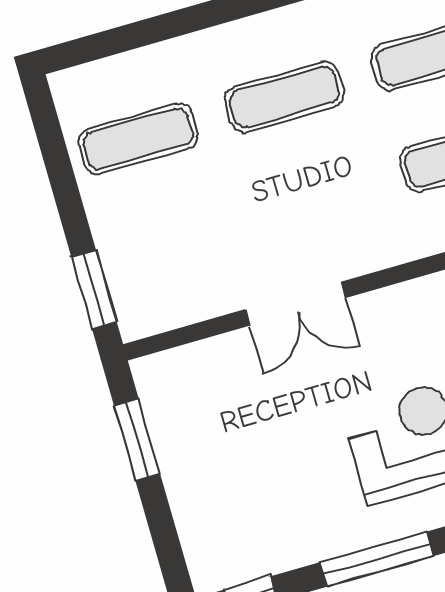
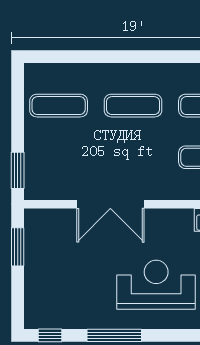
double door: (296, 304) -> (110, 204), width x1.37

